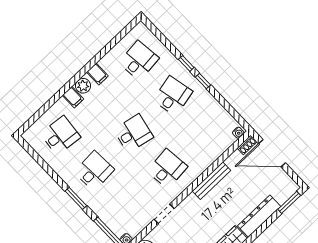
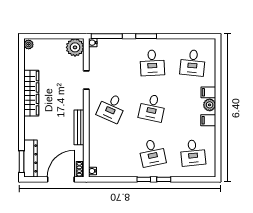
desk: (167, 169) -> (112, 108), turned 30
dresser: (259, 216) -> (31, 158), moved

